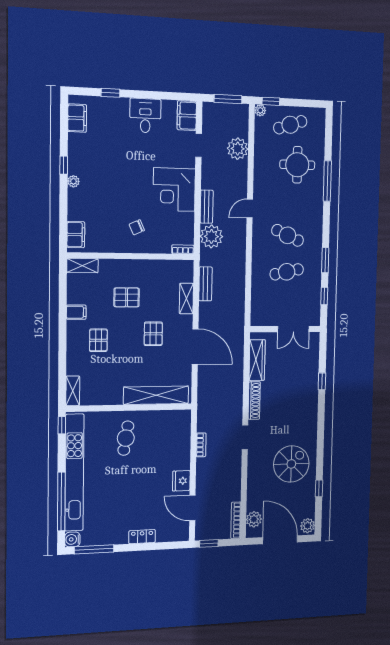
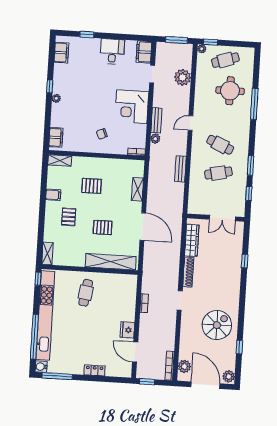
plant: (211, 236) -> (155, 139), width x0.53, depth x0.53
bench: (205, 284) -> (180, 169), moved
pallet: (153, 334) -> (103, 227), moved, turned 90

